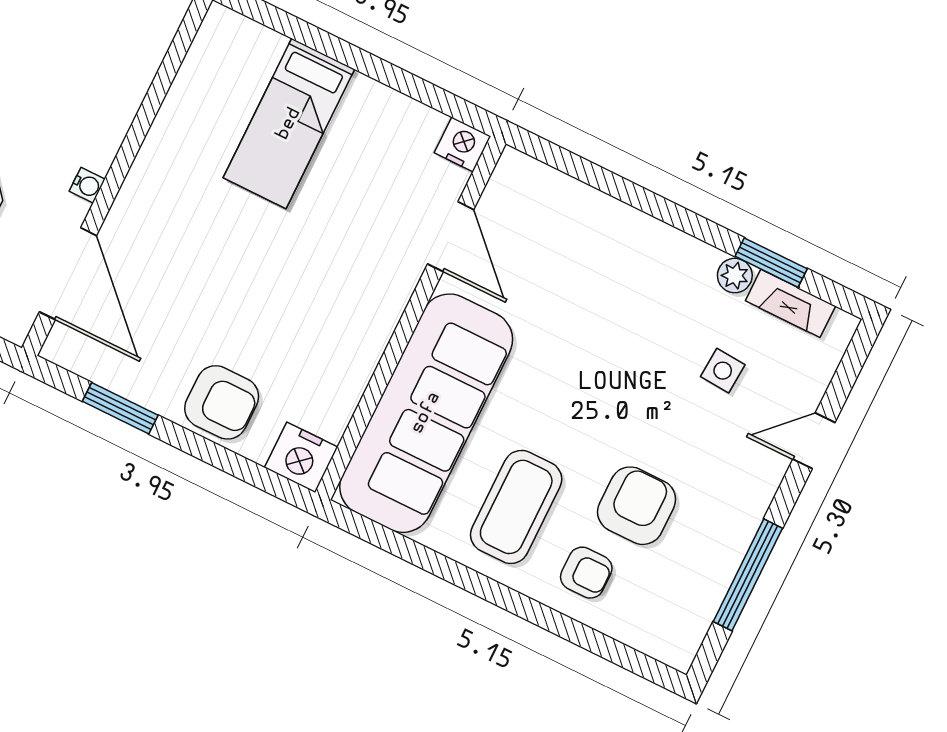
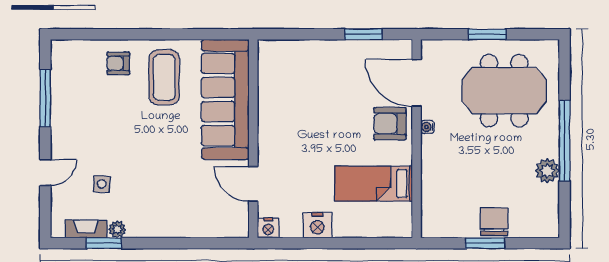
bed: (289, 124) -> (374, 184), moved, turned -90
armchair: (222, 402) -> (390, 124), moved
nightstand: (301, 457) -> (317, 225), moved, turned 180
armchair: (637, 506) -> (110, 104), removed

